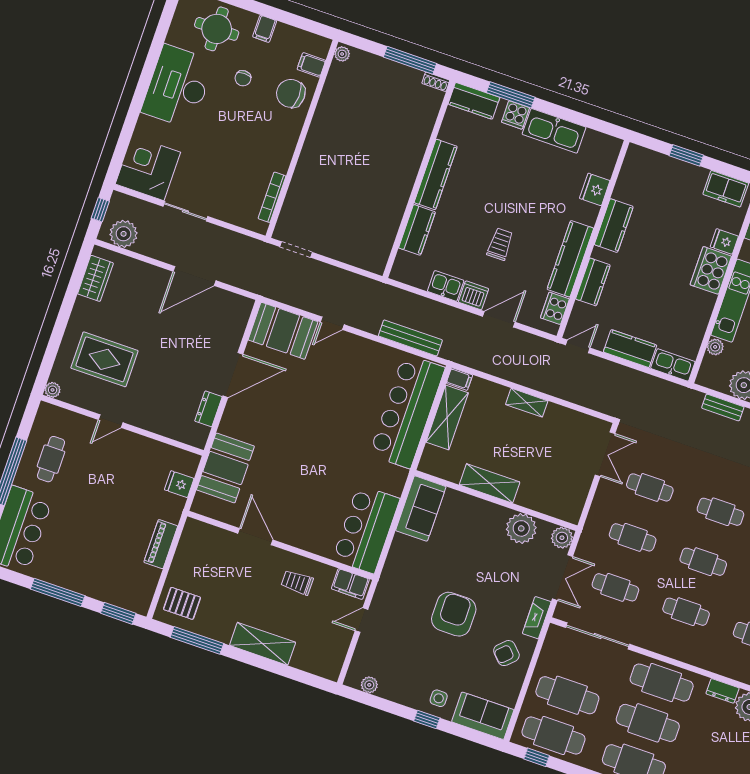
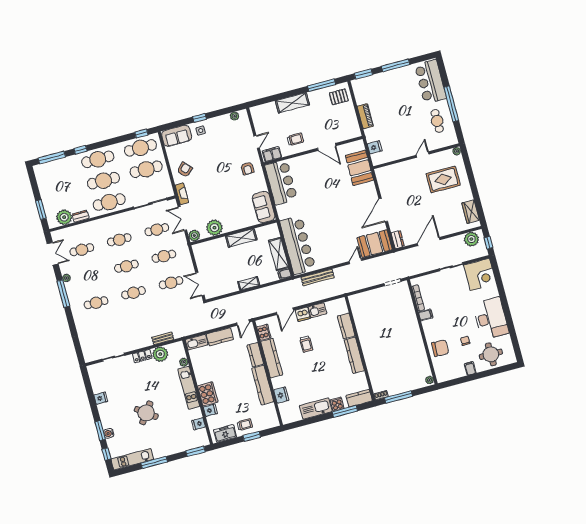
filing cabinet: (311, 65) -> (426, 315), moved
trolley: (685, 182) -> (245, 425), added
kitchen counter: (614, 226) -> (263, 385), width x1.50
dresser: (208, 409) -> (398, 240), moved
armchair: (454, 614) -> (247, 168), moved, width x0.53, depth x0.53

